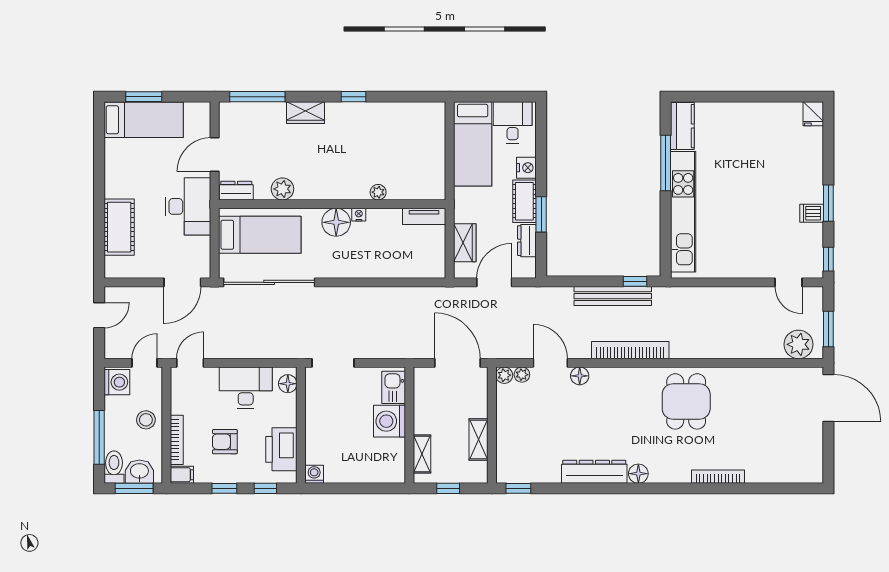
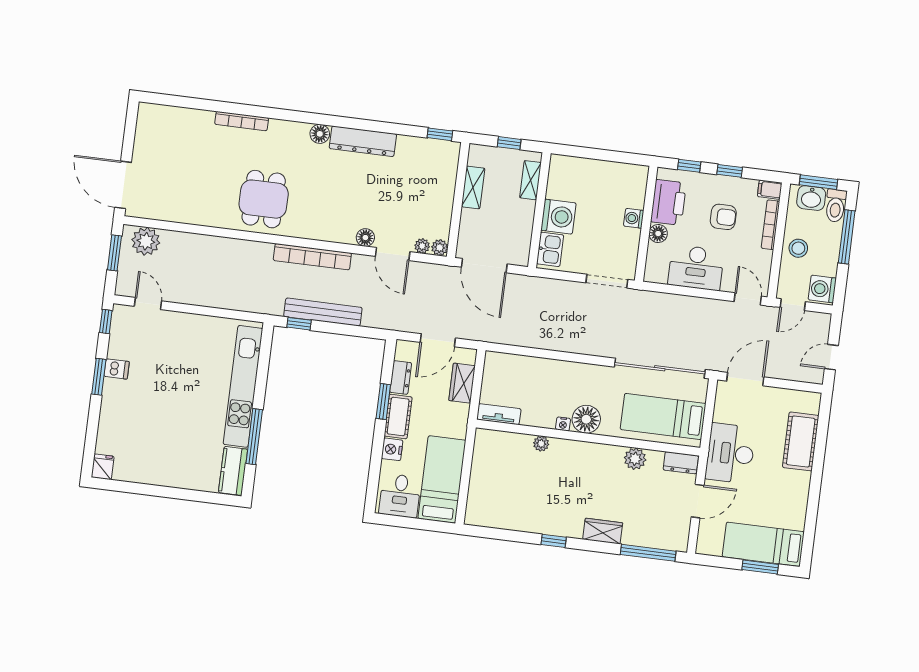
door: (190, 363) -> (748, 299), swing flipped
floor lamp: (288, 384) -> (658, 234), moved
washing machine: (314, 474) -> (634, 218), moved, turned 90

